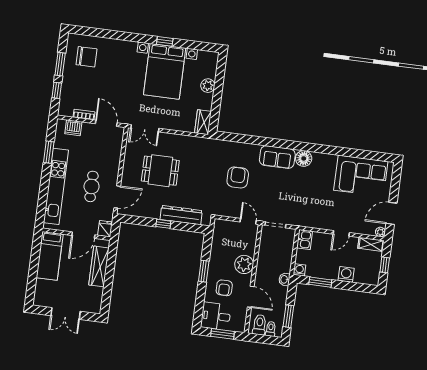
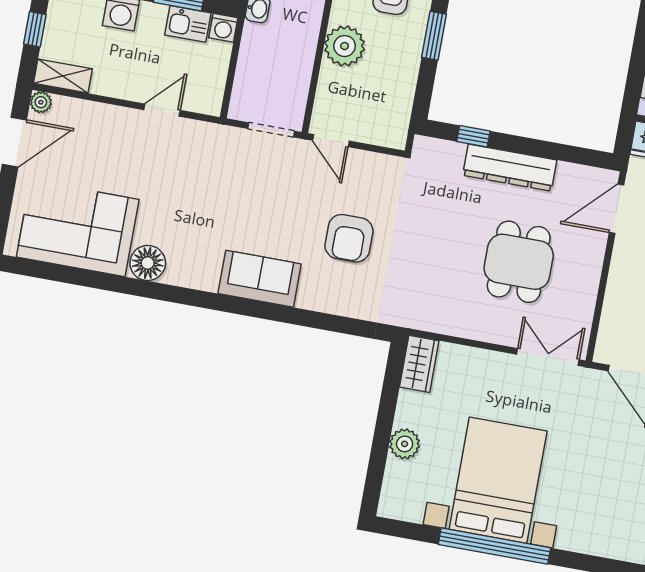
window: (165, 41) -> (494, 546), width x3.17
floor lamp: (304, 158) -> (148, 263), moved
dining table: (160, 171) -> (519, 262), turned 90
dresser: (181, 215) -> (510, 168), moved
window: (163, 224) -> (473, 136), moved
door: (341, 233) -> (162, 110), moved
kitchen sink: (304, 240) -> (188, 24), moved, turned -90

